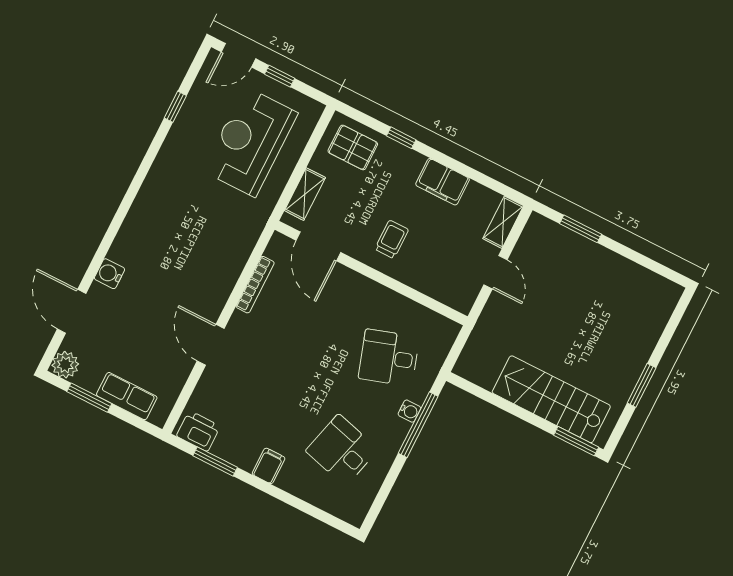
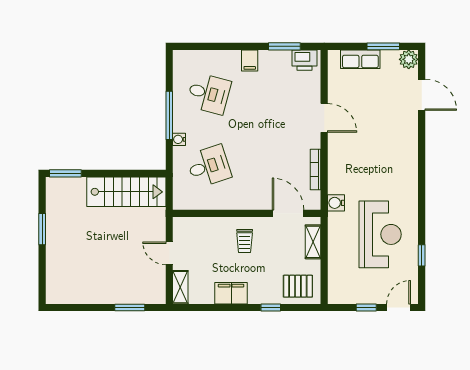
reception desk: (250, 142) -> (380, 234), moved
water cooler: (110, 274) -> (336, 203), moved, turned 180
stairs: (551, 399) -> (126, 192), moved
window: (418, 425) -> (169, 115), moved

